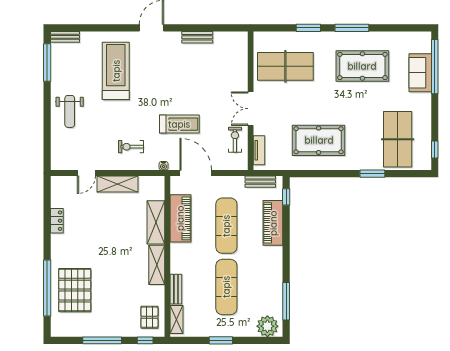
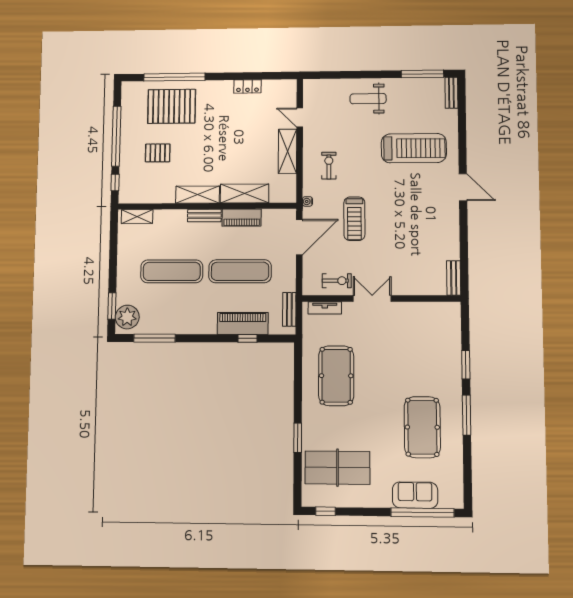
bench: (197, 37) -> (454, 278), moved
table tennis table: (285, 66) -> (421, 338), removed
window: (286, 197) -> (247, 338), moved
piano: (180, 218) -> (242, 218), width x0.73, depth x0.75
bench: (176, 289) -> (204, 216), moved
pallet: (149, 317) -> (158, 153), moved
window: (102, 340) -> (116, 136), width x1.46
window: (221, 340) -> (112, 306), moved

